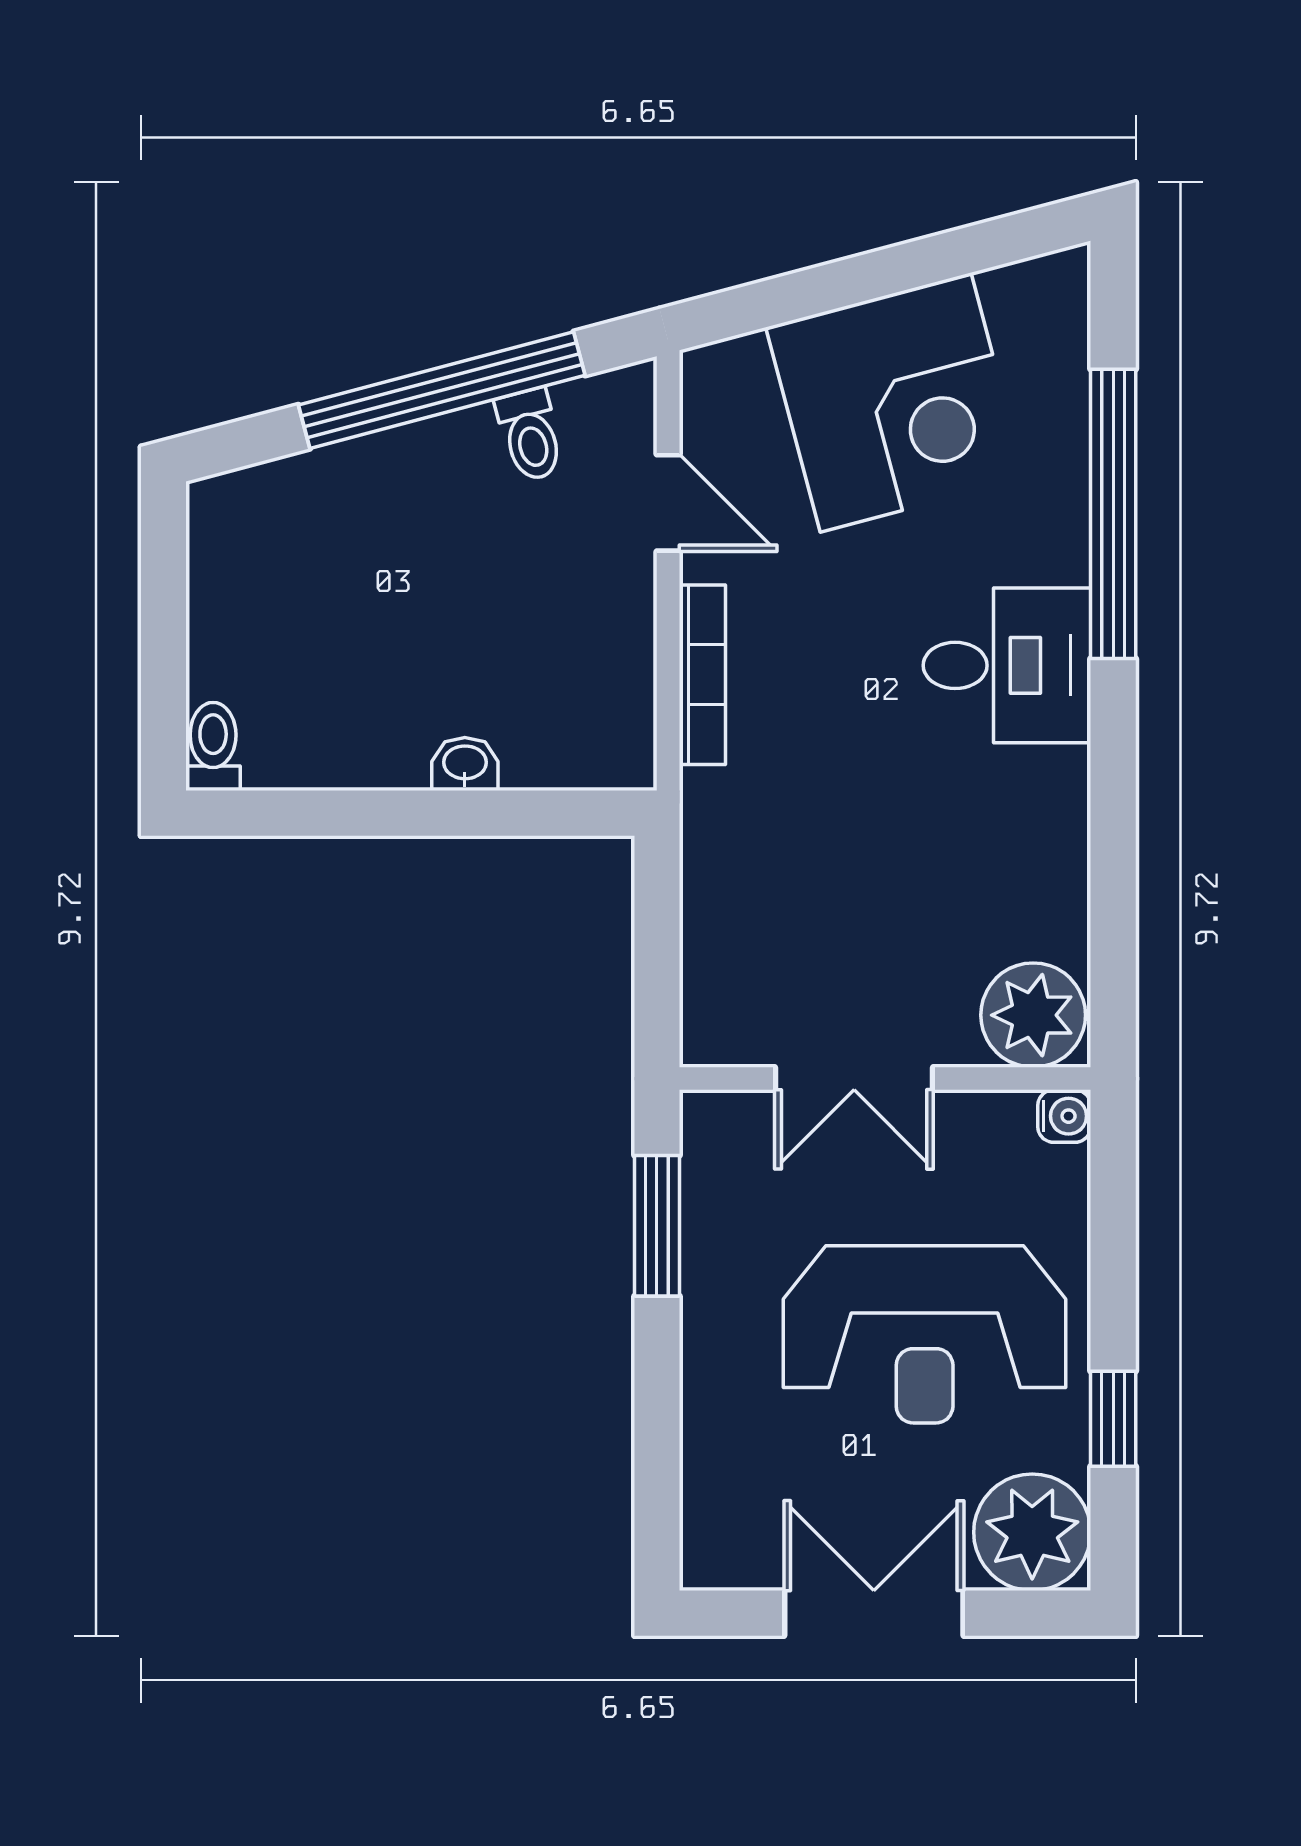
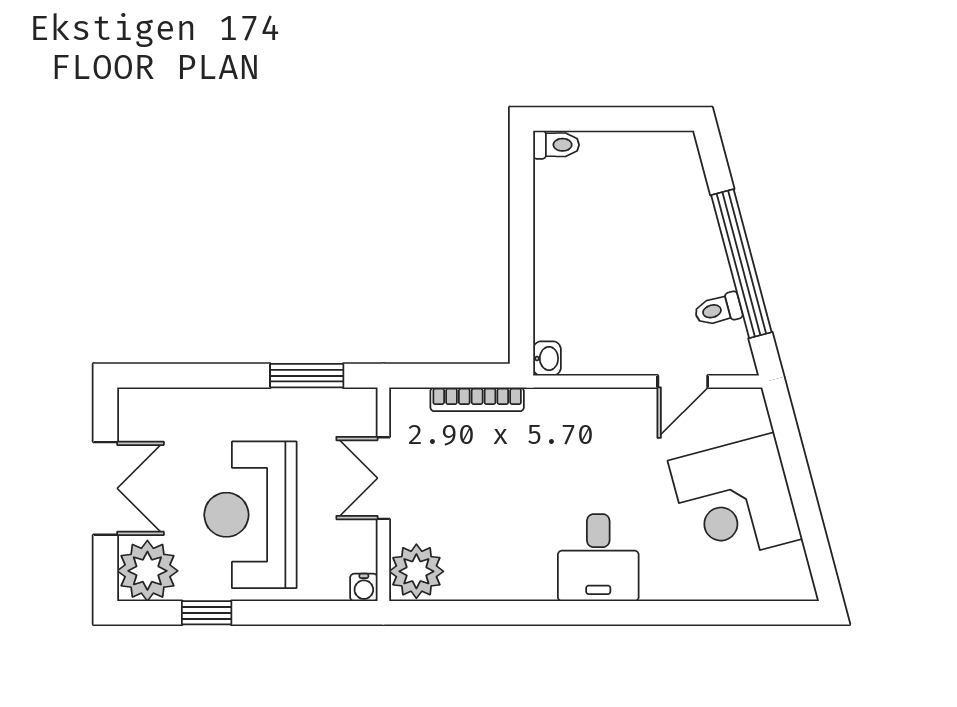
window: (1113, 514) -> (677, 613), removed
bookcase: (702, 675) -> (477, 399), moved
washbasin: (465, 764) -> (547, 358), moved

